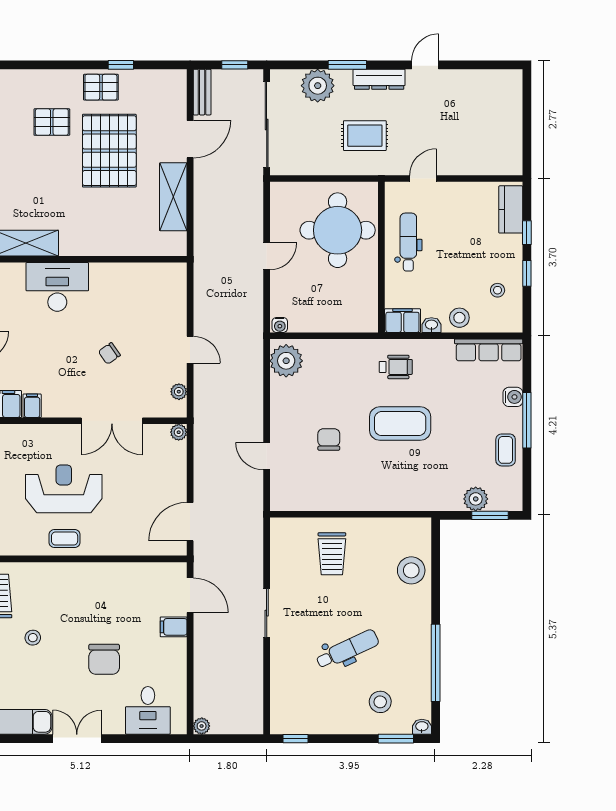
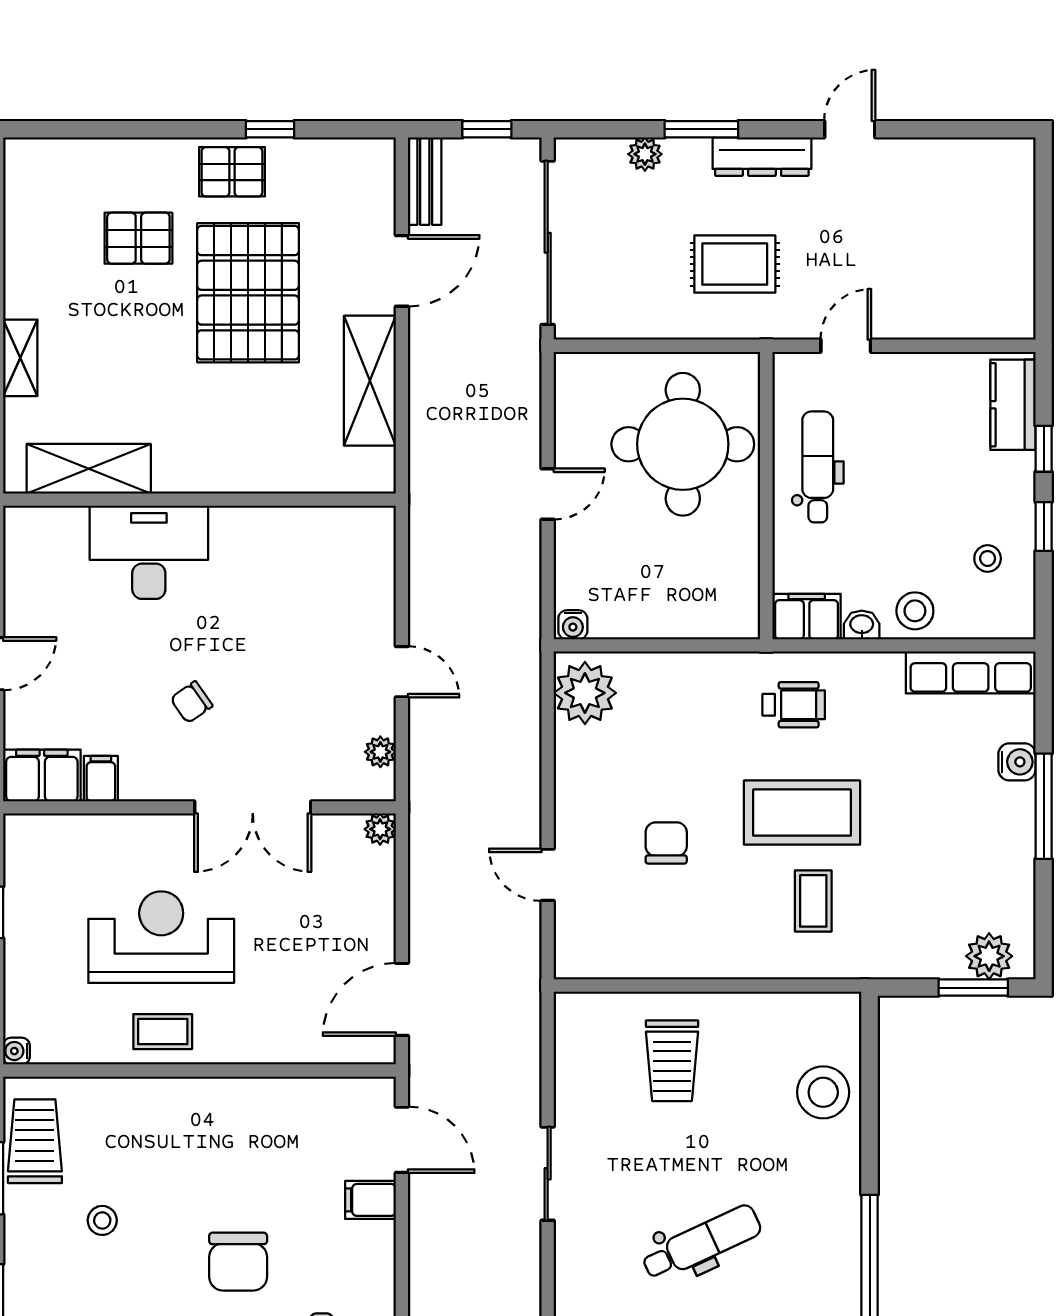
plant: (318, 86) -> (645, 154), width x0.53, depth x0.53
chair: (109, 353) -> (191, 702), moved
coffee table: (506, 450) -> (813, 901), moved
plant: (476, 499) -> (989, 956), moved

